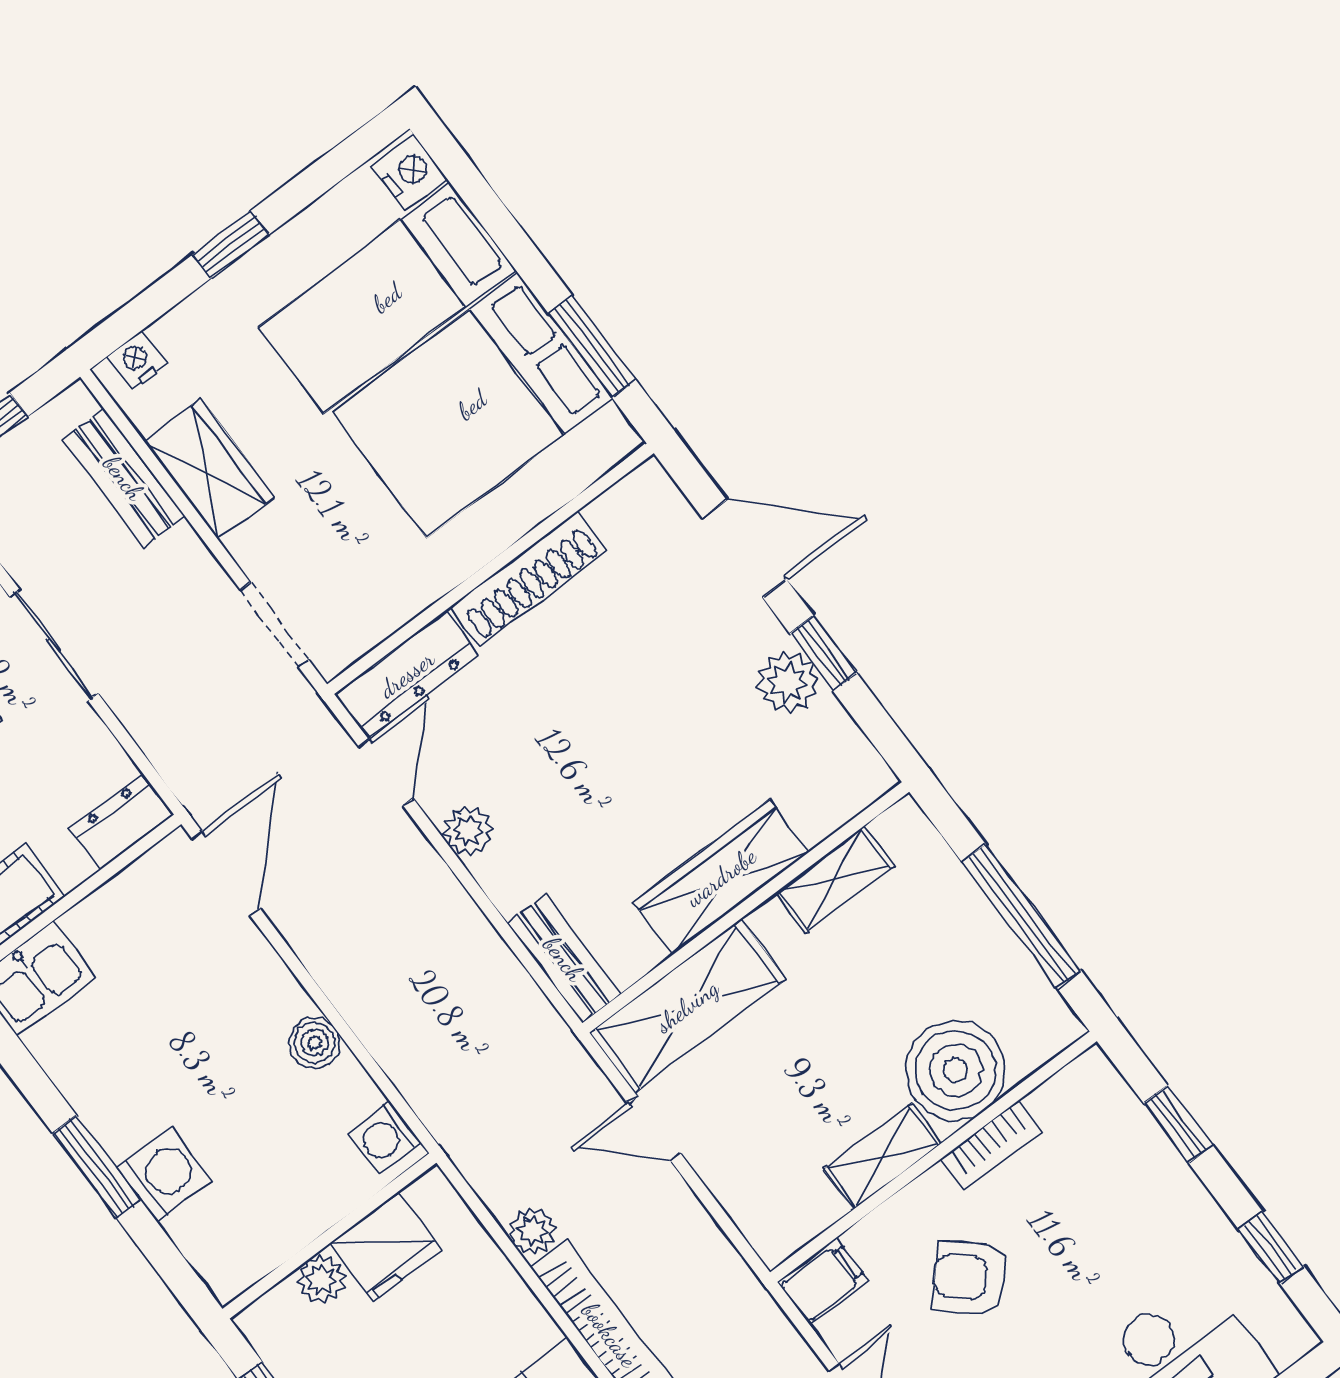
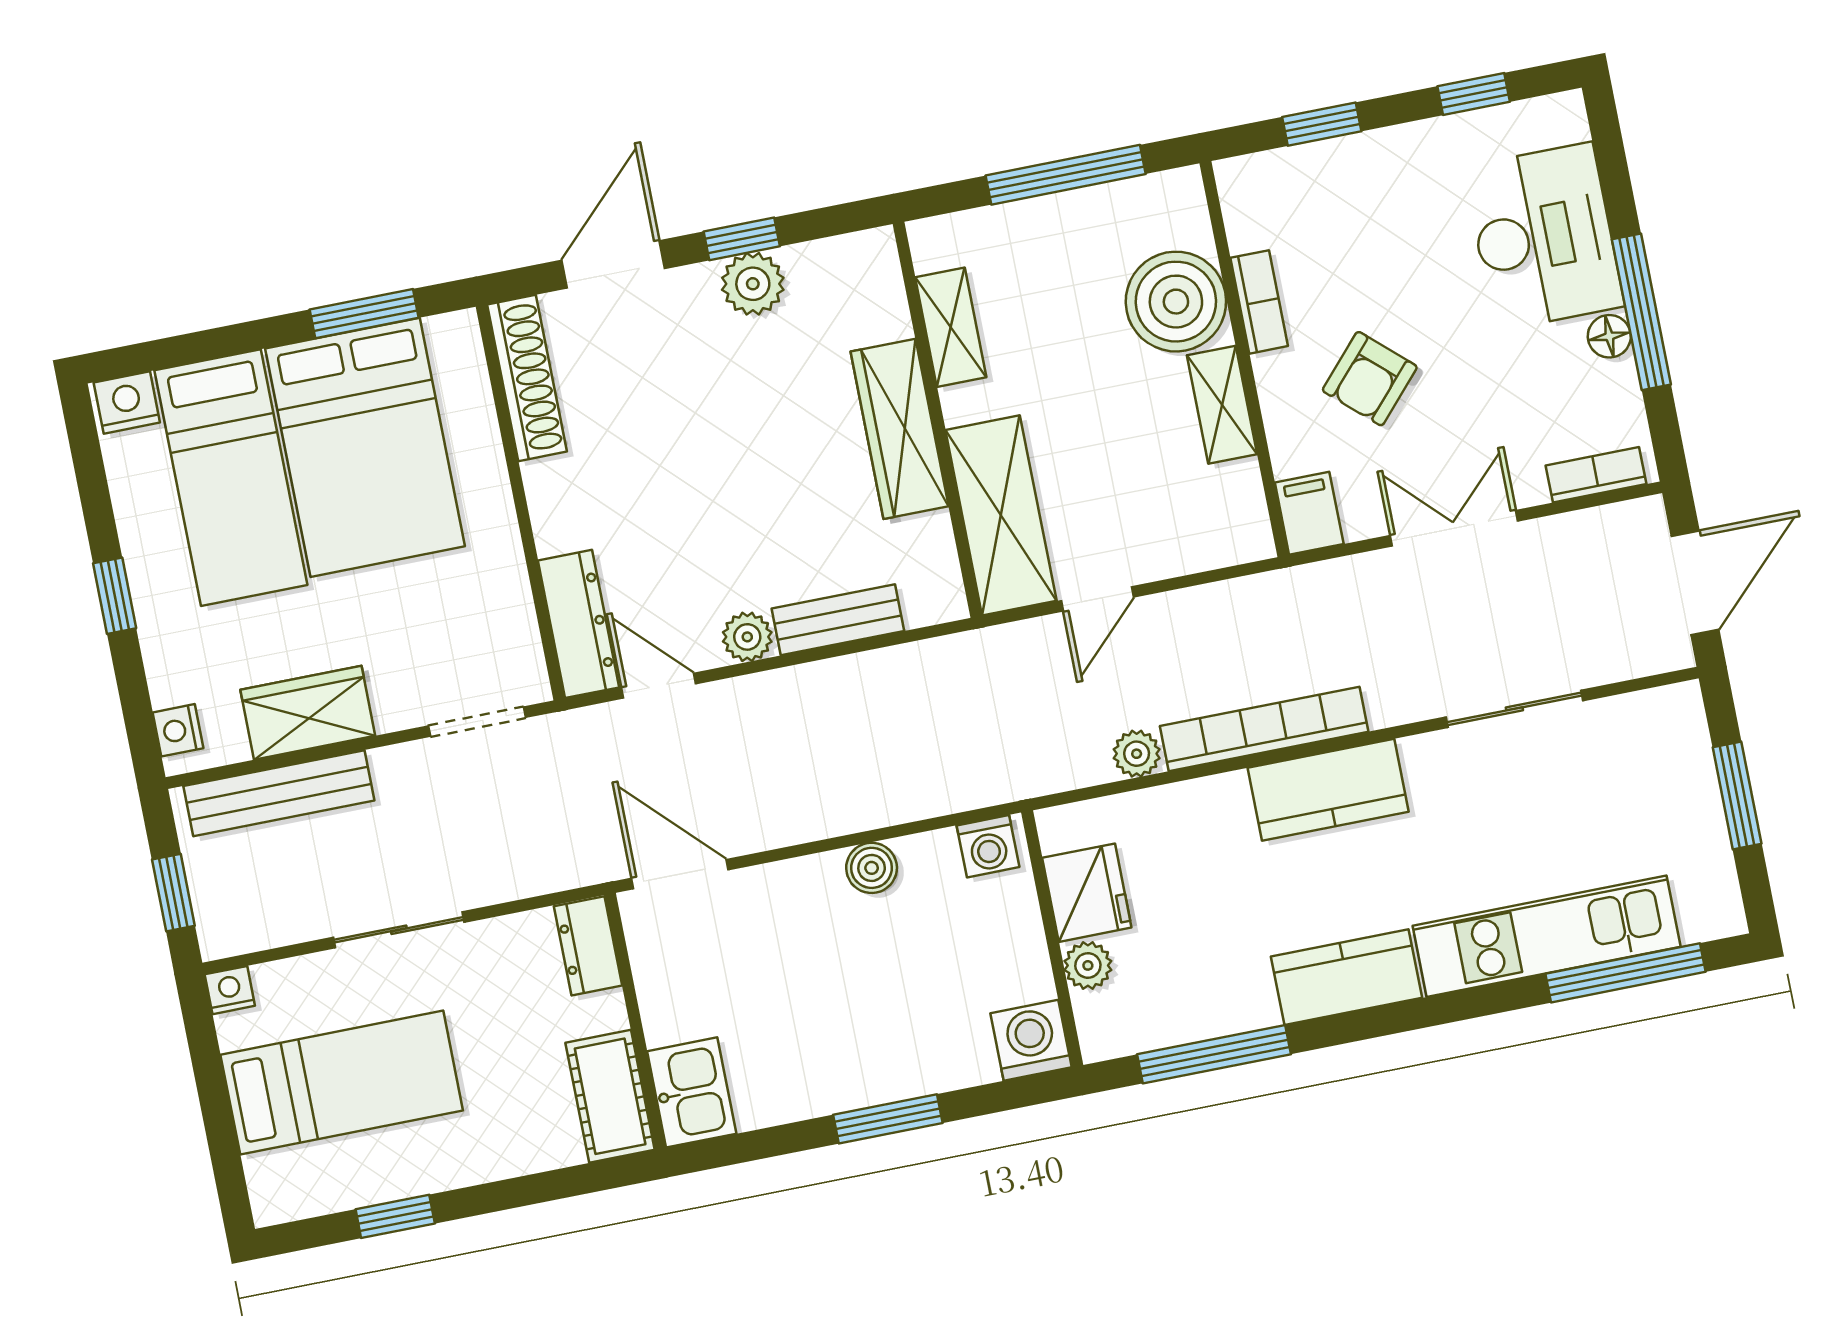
bench: (124, 478) -> (279, 793), width x1.36
shoe rack: (528, 578) -> (527, 378), moved
bench: (564, 959) -> (838, 620), moved
washing machine: (164, 1175) -> (1031, 1040), moved

